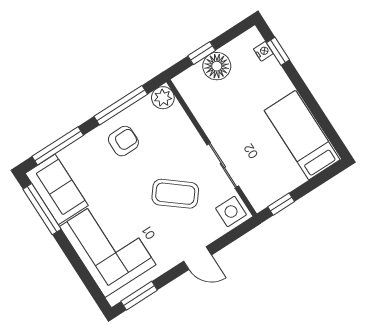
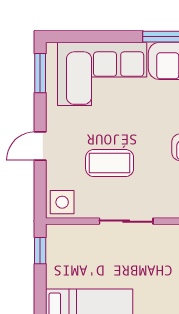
sliding door: (223, 165) -> (126, 221), moved
coffee table: (175, 194) -> (110, 163), turned 51

